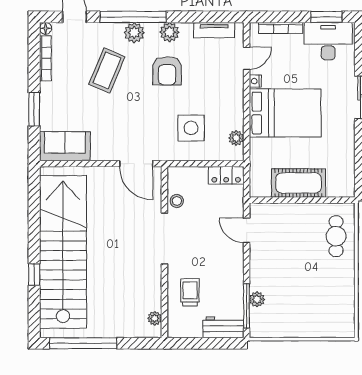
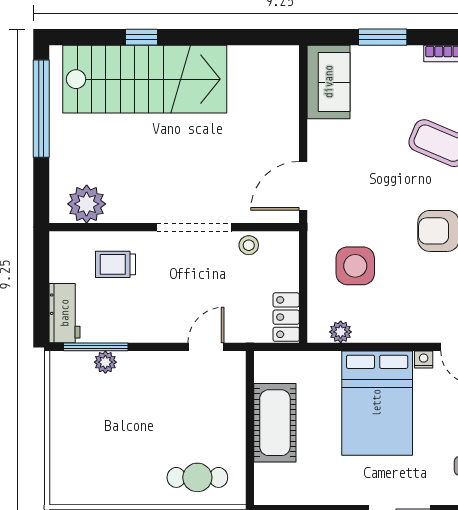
stairs: (63, 252) -> (145, 79), width x0.73
trolley: (190, 292) -> (116, 264), turned 180
plant: (155, 318) -> (87, 204), width x1.87, depth x1.87

